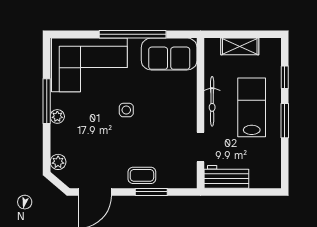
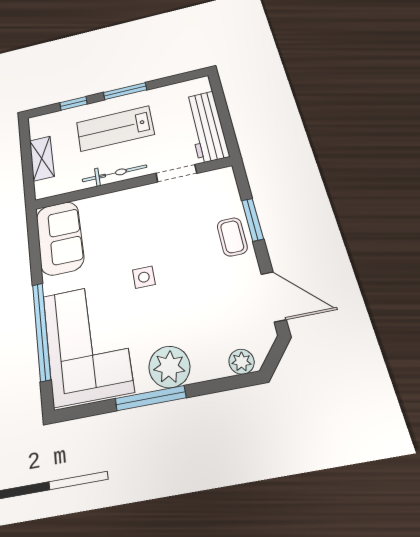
window: (133, 34) -> (41, 331), moved
plant: (57, 116) -> (169, 367), width x1.87, depth x1.87
workbench: (226, 177) -> (206, 126), width x1.38

